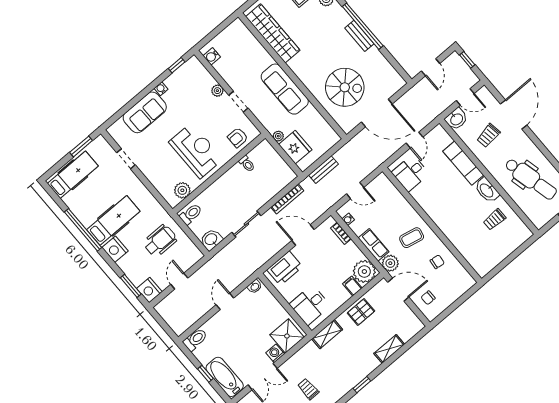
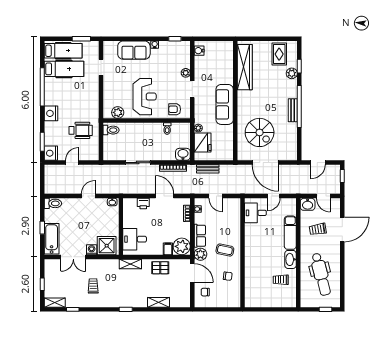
hospital bed: (113, 220) -> (64, 69), moved
washbasin: (211, 240) -> (183, 154), moved
printer: (285, 268) -> (143, 204), width x0.53, depth x0.68

